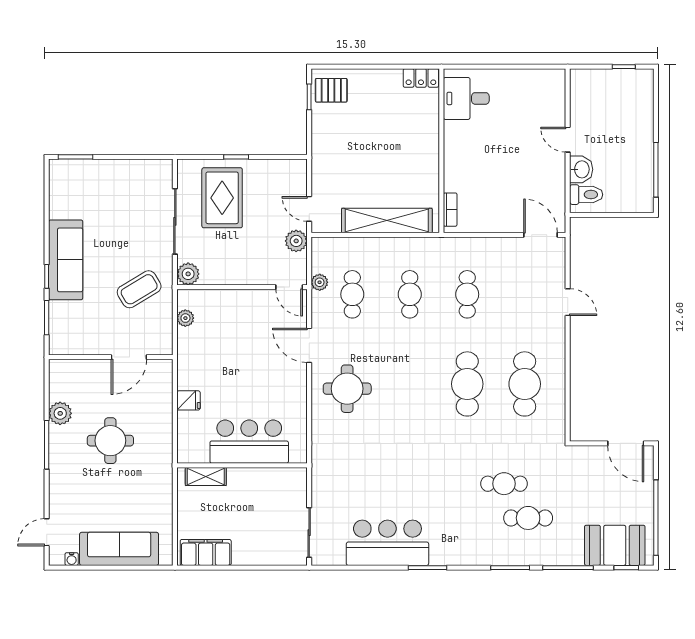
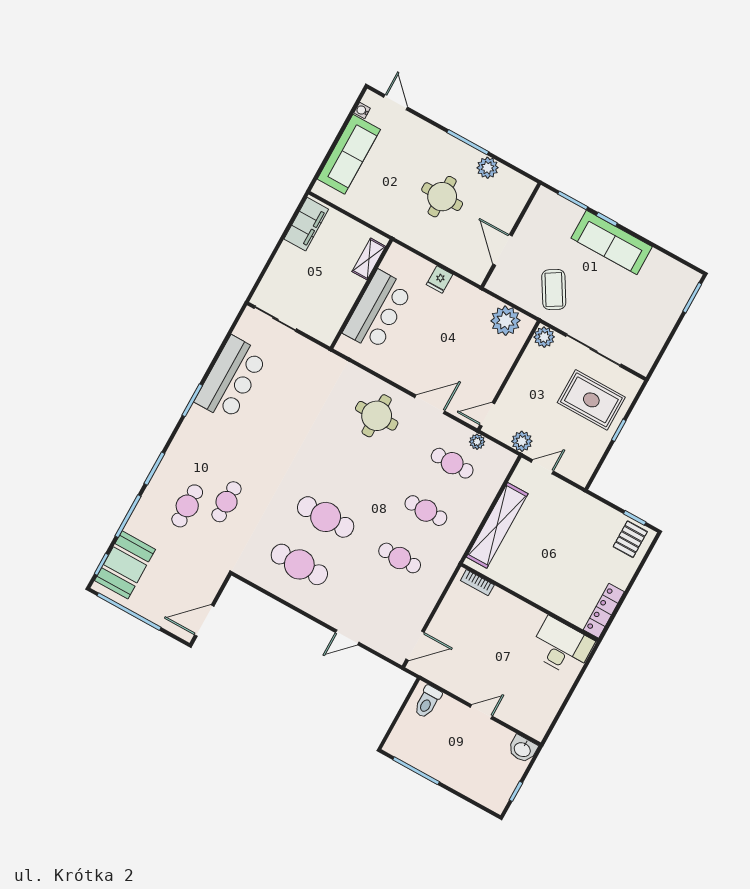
locker: (421, 78) -> (604, 611), width x1.53
desk: (466, 98) -> (562, 647), width x1.37
washbasin: (581, 169) -> (523, 749), moved
plant: (185, 318) -> (505, 321), width x1.87, depth x1.87

